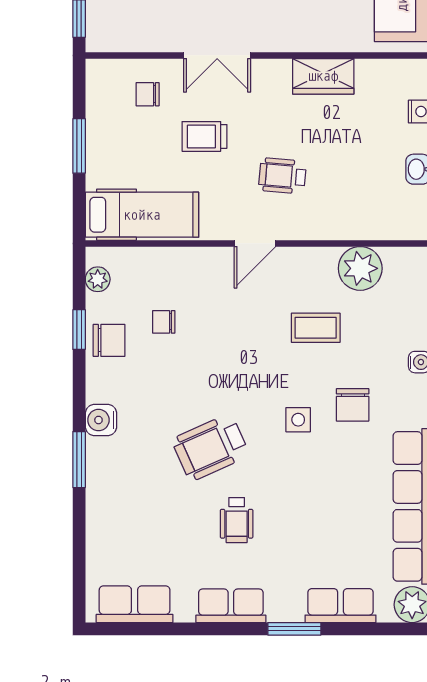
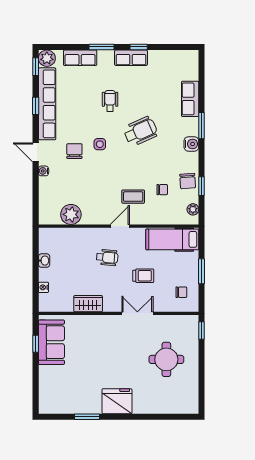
chair: (148, 94) -> (181, 292), moved
coffee table: (316, 328) -> (133, 197), moved
chair: (109, 340) -> (188, 181), turned -94
wheelchair: (237, 520) -> (110, 101), moved
row of seats: (135, 604) -> (190, 99), moved, turned 90
window: (214, 629) -> (139, 47), added

